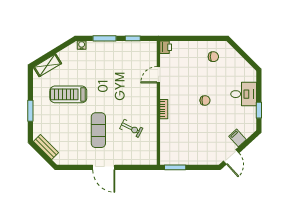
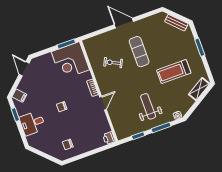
weight bench: (110, 67) -> (148, 106), added
door: (158, 75) -> (103, 103), moved
treadmill: (68, 94) -> (174, 72), turned 180
filing cabinet: (238, 138) -> (19, 96), moved
corner desk: (177, 147) -> (70, 61), added

